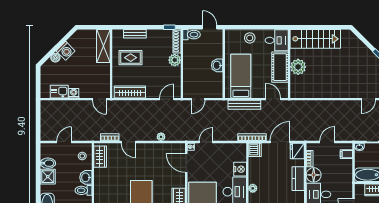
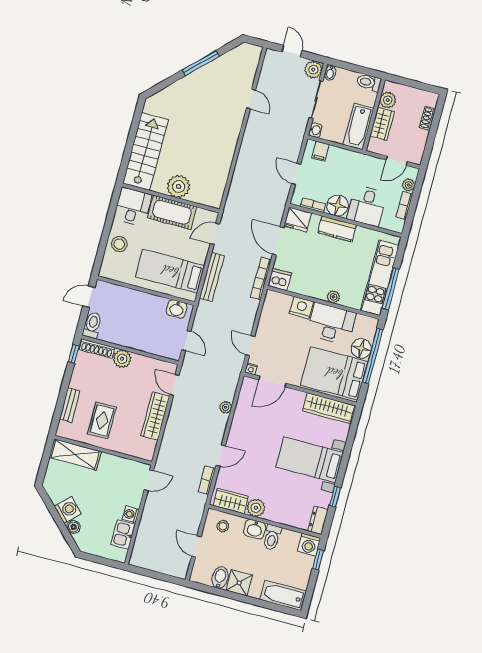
washbasin: (217, 65) -> (177, 309), moved
wardrobe: (130, 92) -> (155, 416), moved
plant: (100, 174) -> (256, 508), added

